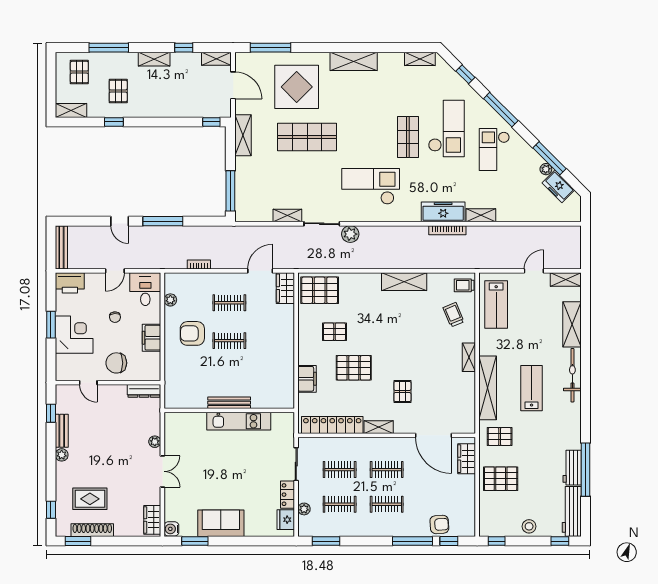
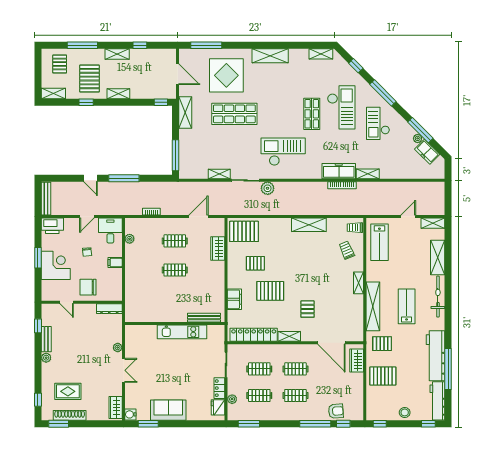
shelving: (216, 59) -> (118, 94), moved
pallet: (118, 91) -> (89, 79), width x1.50, depth x1.42
wardrobe: (285, 288) -> (218, 248), moved
armchair: (192, 333) -> (146, 264), removed
filing cabinet: (152, 338) -> (115, 263), width x0.50
bench: (229, 403) -> (204, 318), moved
workbench: (572, 468) -> (436, 356), width x1.88, depth x1.32

